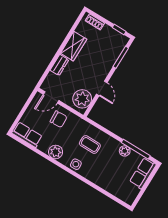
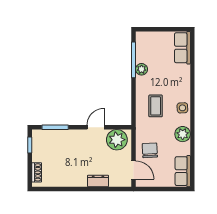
wardrobe: (74, 46) -> (72, 178), removed
row of seats: (143, 173) -> (182, 48), moved, turned 90

